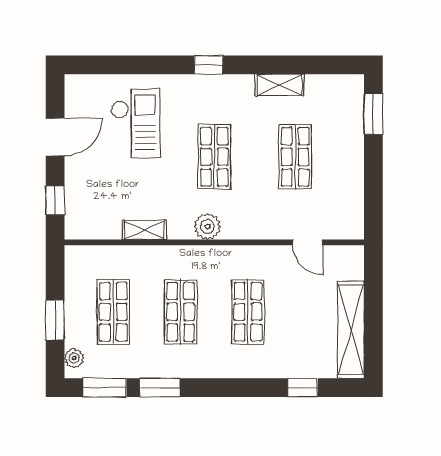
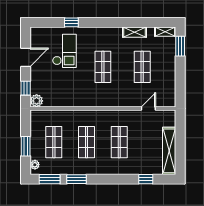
window: (208, 65) -> (71, 22), moved
plant: (207, 226) -> (37, 101), moved
shelving: (144, 230) -> (165, 32), moved
door: (308, 242) -> (148, 109), swing flipped

